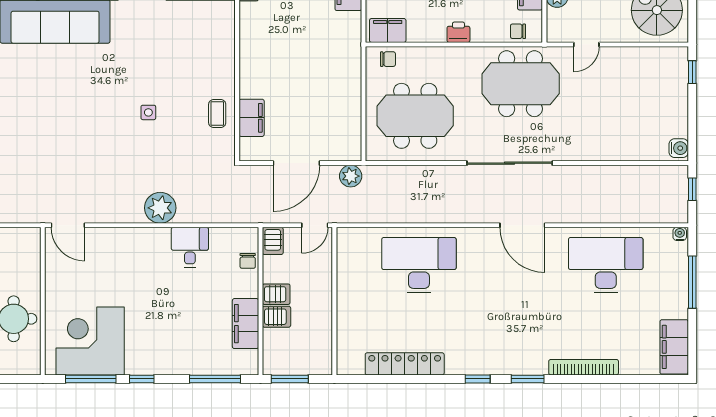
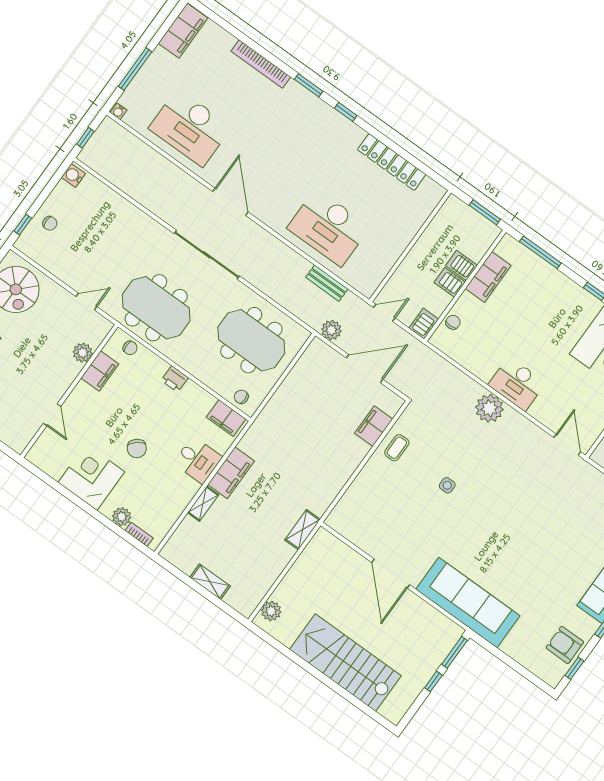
chair: (669, 90) -> (50, 223), added
bench: (385, 215) -> (327, 283), added
desk: (190, 247) -> (517, 384), moved, width x1.37

